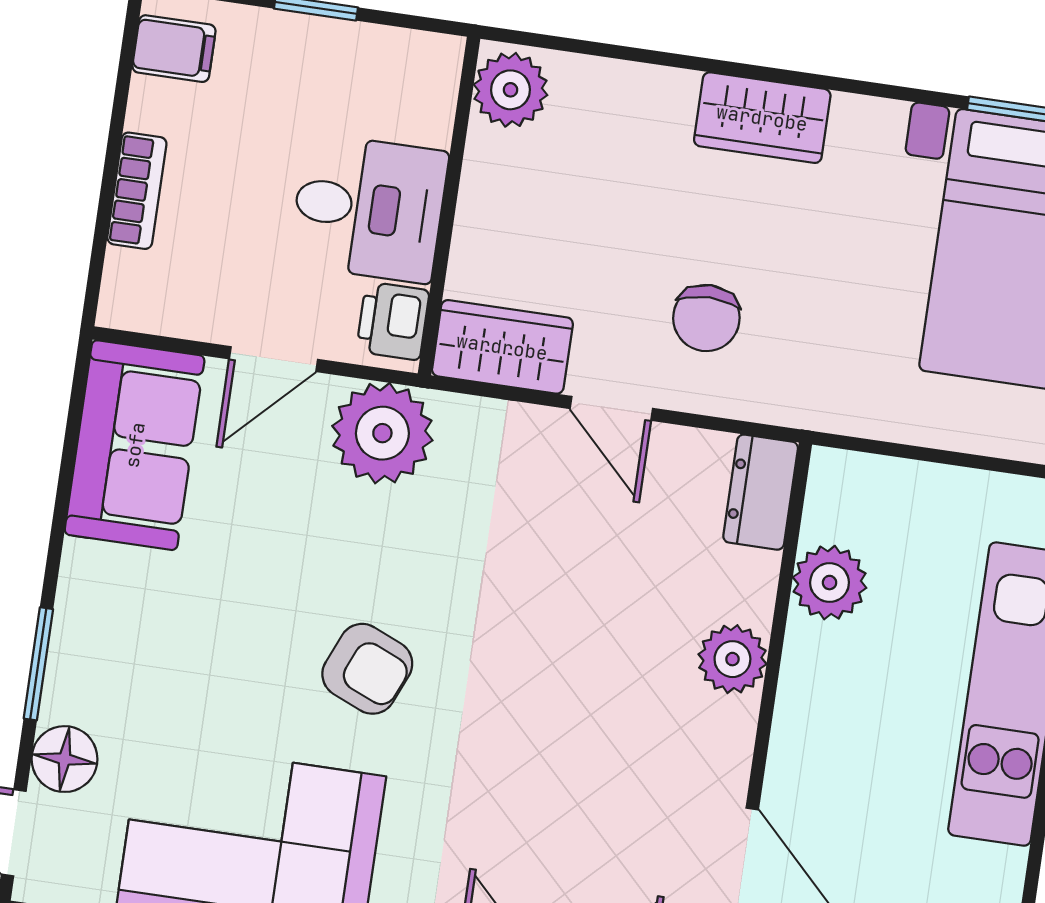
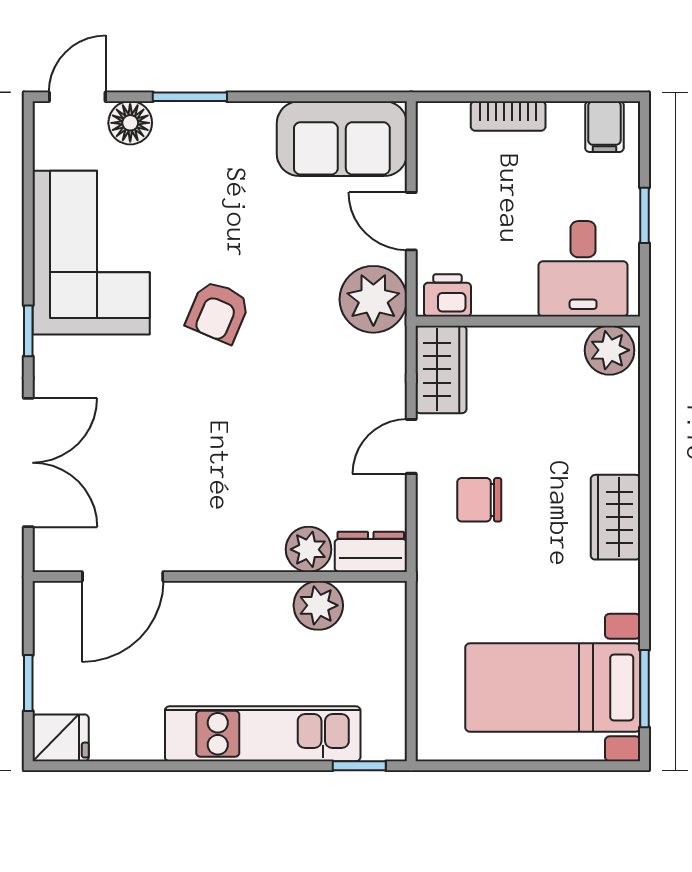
desk: (369, 208) -> (583, 269), moved
plant: (732, 659) -> (309, 549), moved

